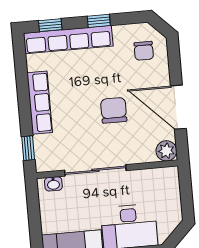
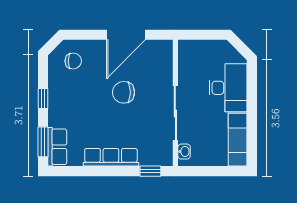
window: (50, 25) -> (43, 142), width x1.50
row of seats: (68, 40) -> (57, 147), width x0.50
plant: (166, 151) -> (164, 49), removed

